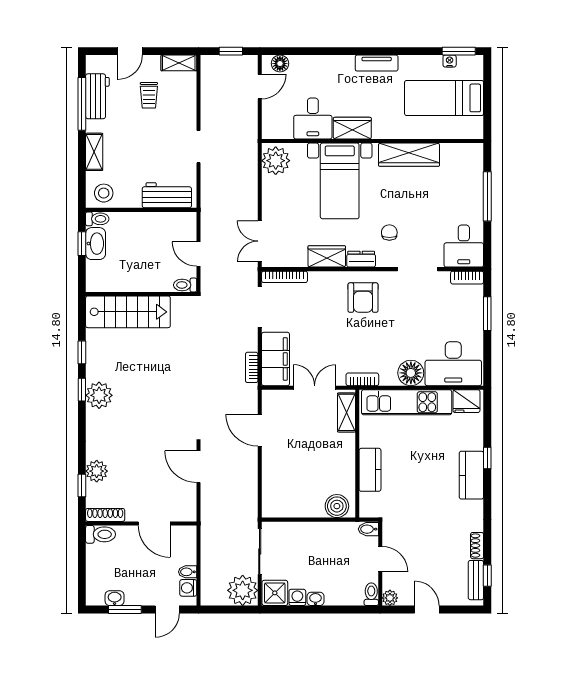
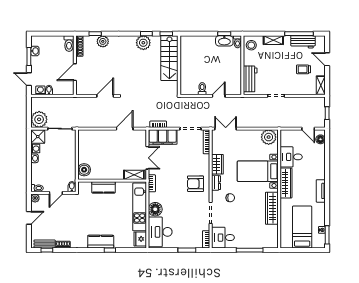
wardrobe: (352, 128) -> (286, 183), width x1.50
wall: (141, 294) -> (179, 65), moved
stairs: (128, 312) -> (169, 58), moved

